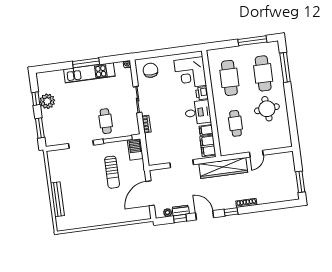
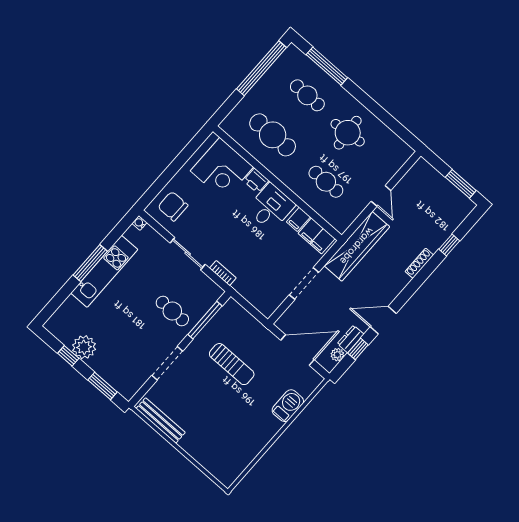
window: (252, 41) -> (261, 68), width x1.46
cafe table: (263, 73) -> (307, 95), width x0.73, depth x0.74
barbecue: (135, 149) -> (288, 406), moved, turned 90
door: (150, 193) -> (297, 350), swing flipped
bench: (57, 199) -> (161, 421), moved
window: (231, 212) -> (449, 245), moved

